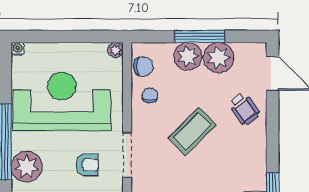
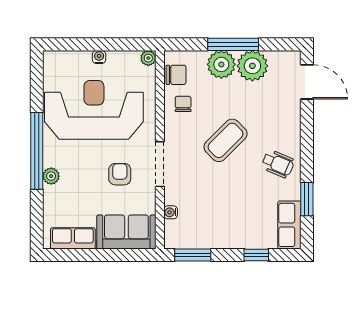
water cooler: (18, 49) -> (99, 57), moved
wheelchair: (244, 109) -> (278, 164), moved, turned -31
armchair: (87, 165) -> (120, 174), turned -90
plant: (27, 167) -> (51, 176), width x0.53, depth x0.53

